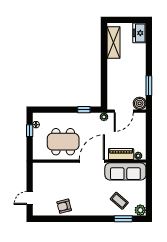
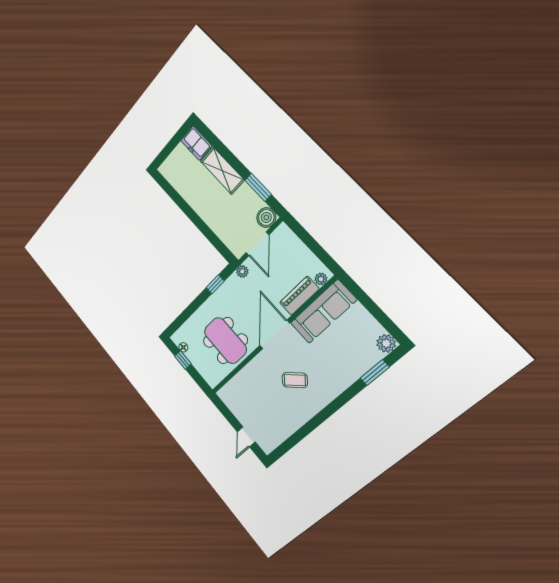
shelving: (113, 42) -> (222, 171), moved
dining table: (63, 142) -> (225, 341), turned 90
coffee table: (119, 201) -> (295, 380), moved
armchair: (64, 206) -> (291, 415), removed

